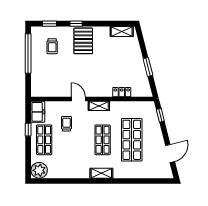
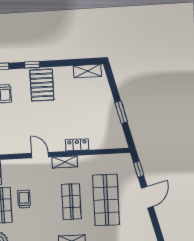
locker: (122, 92) -> (77, 145), moved
trolley: (67, 124) -> (24, 199), moved
door: (170, 154) -> (147, 197), moved

